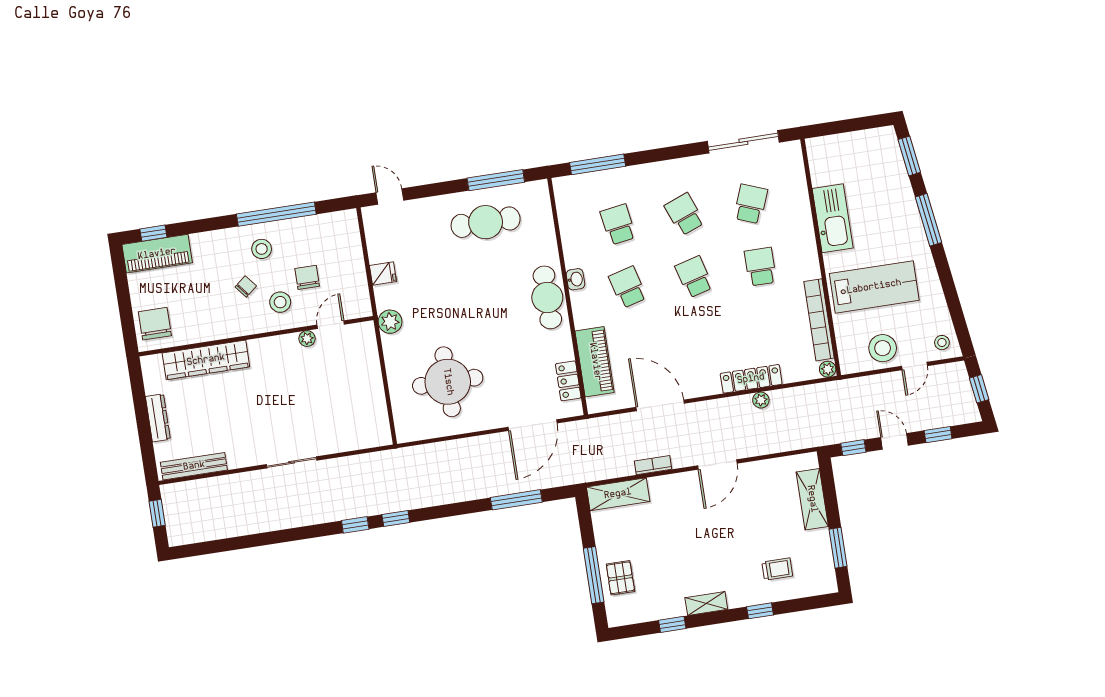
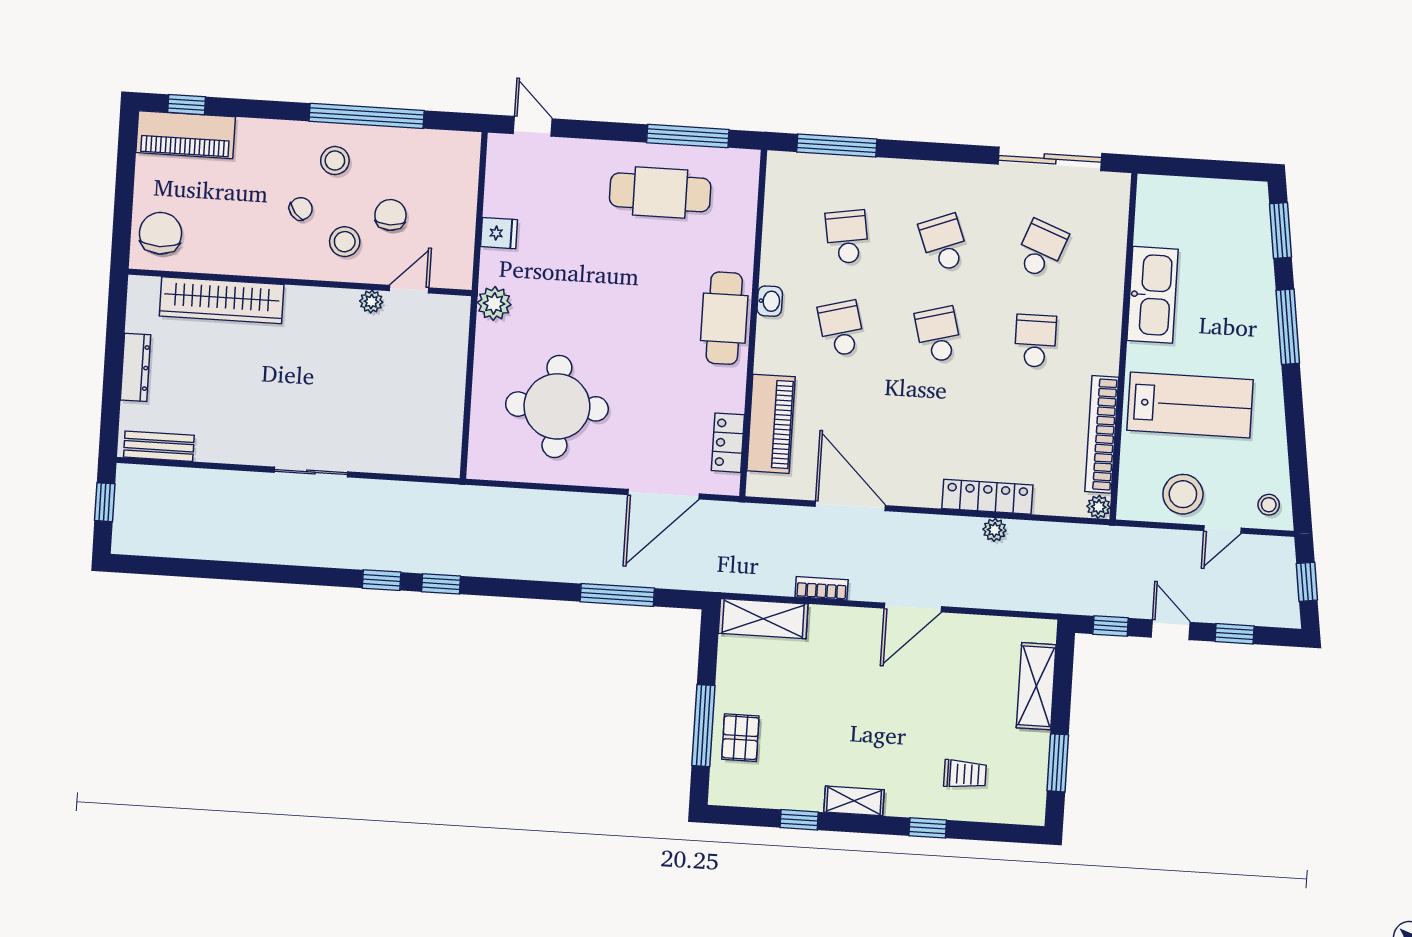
bench: (194, 466) -> (159, 446), width x0.73

